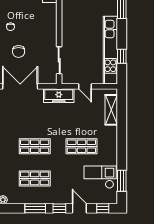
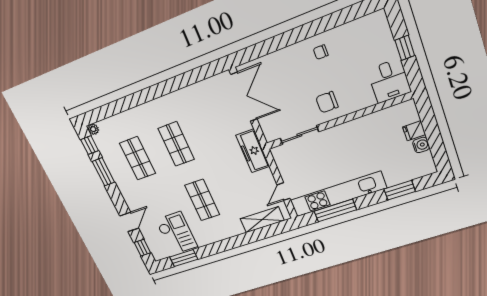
chair: (19, 51) -> (327, 102), moved
window: (122, 56) -> (335, 210), width x2.17
door: (85, 86) -> (284, 192), moved
window: (59, 208) -> (90, 145), moved

